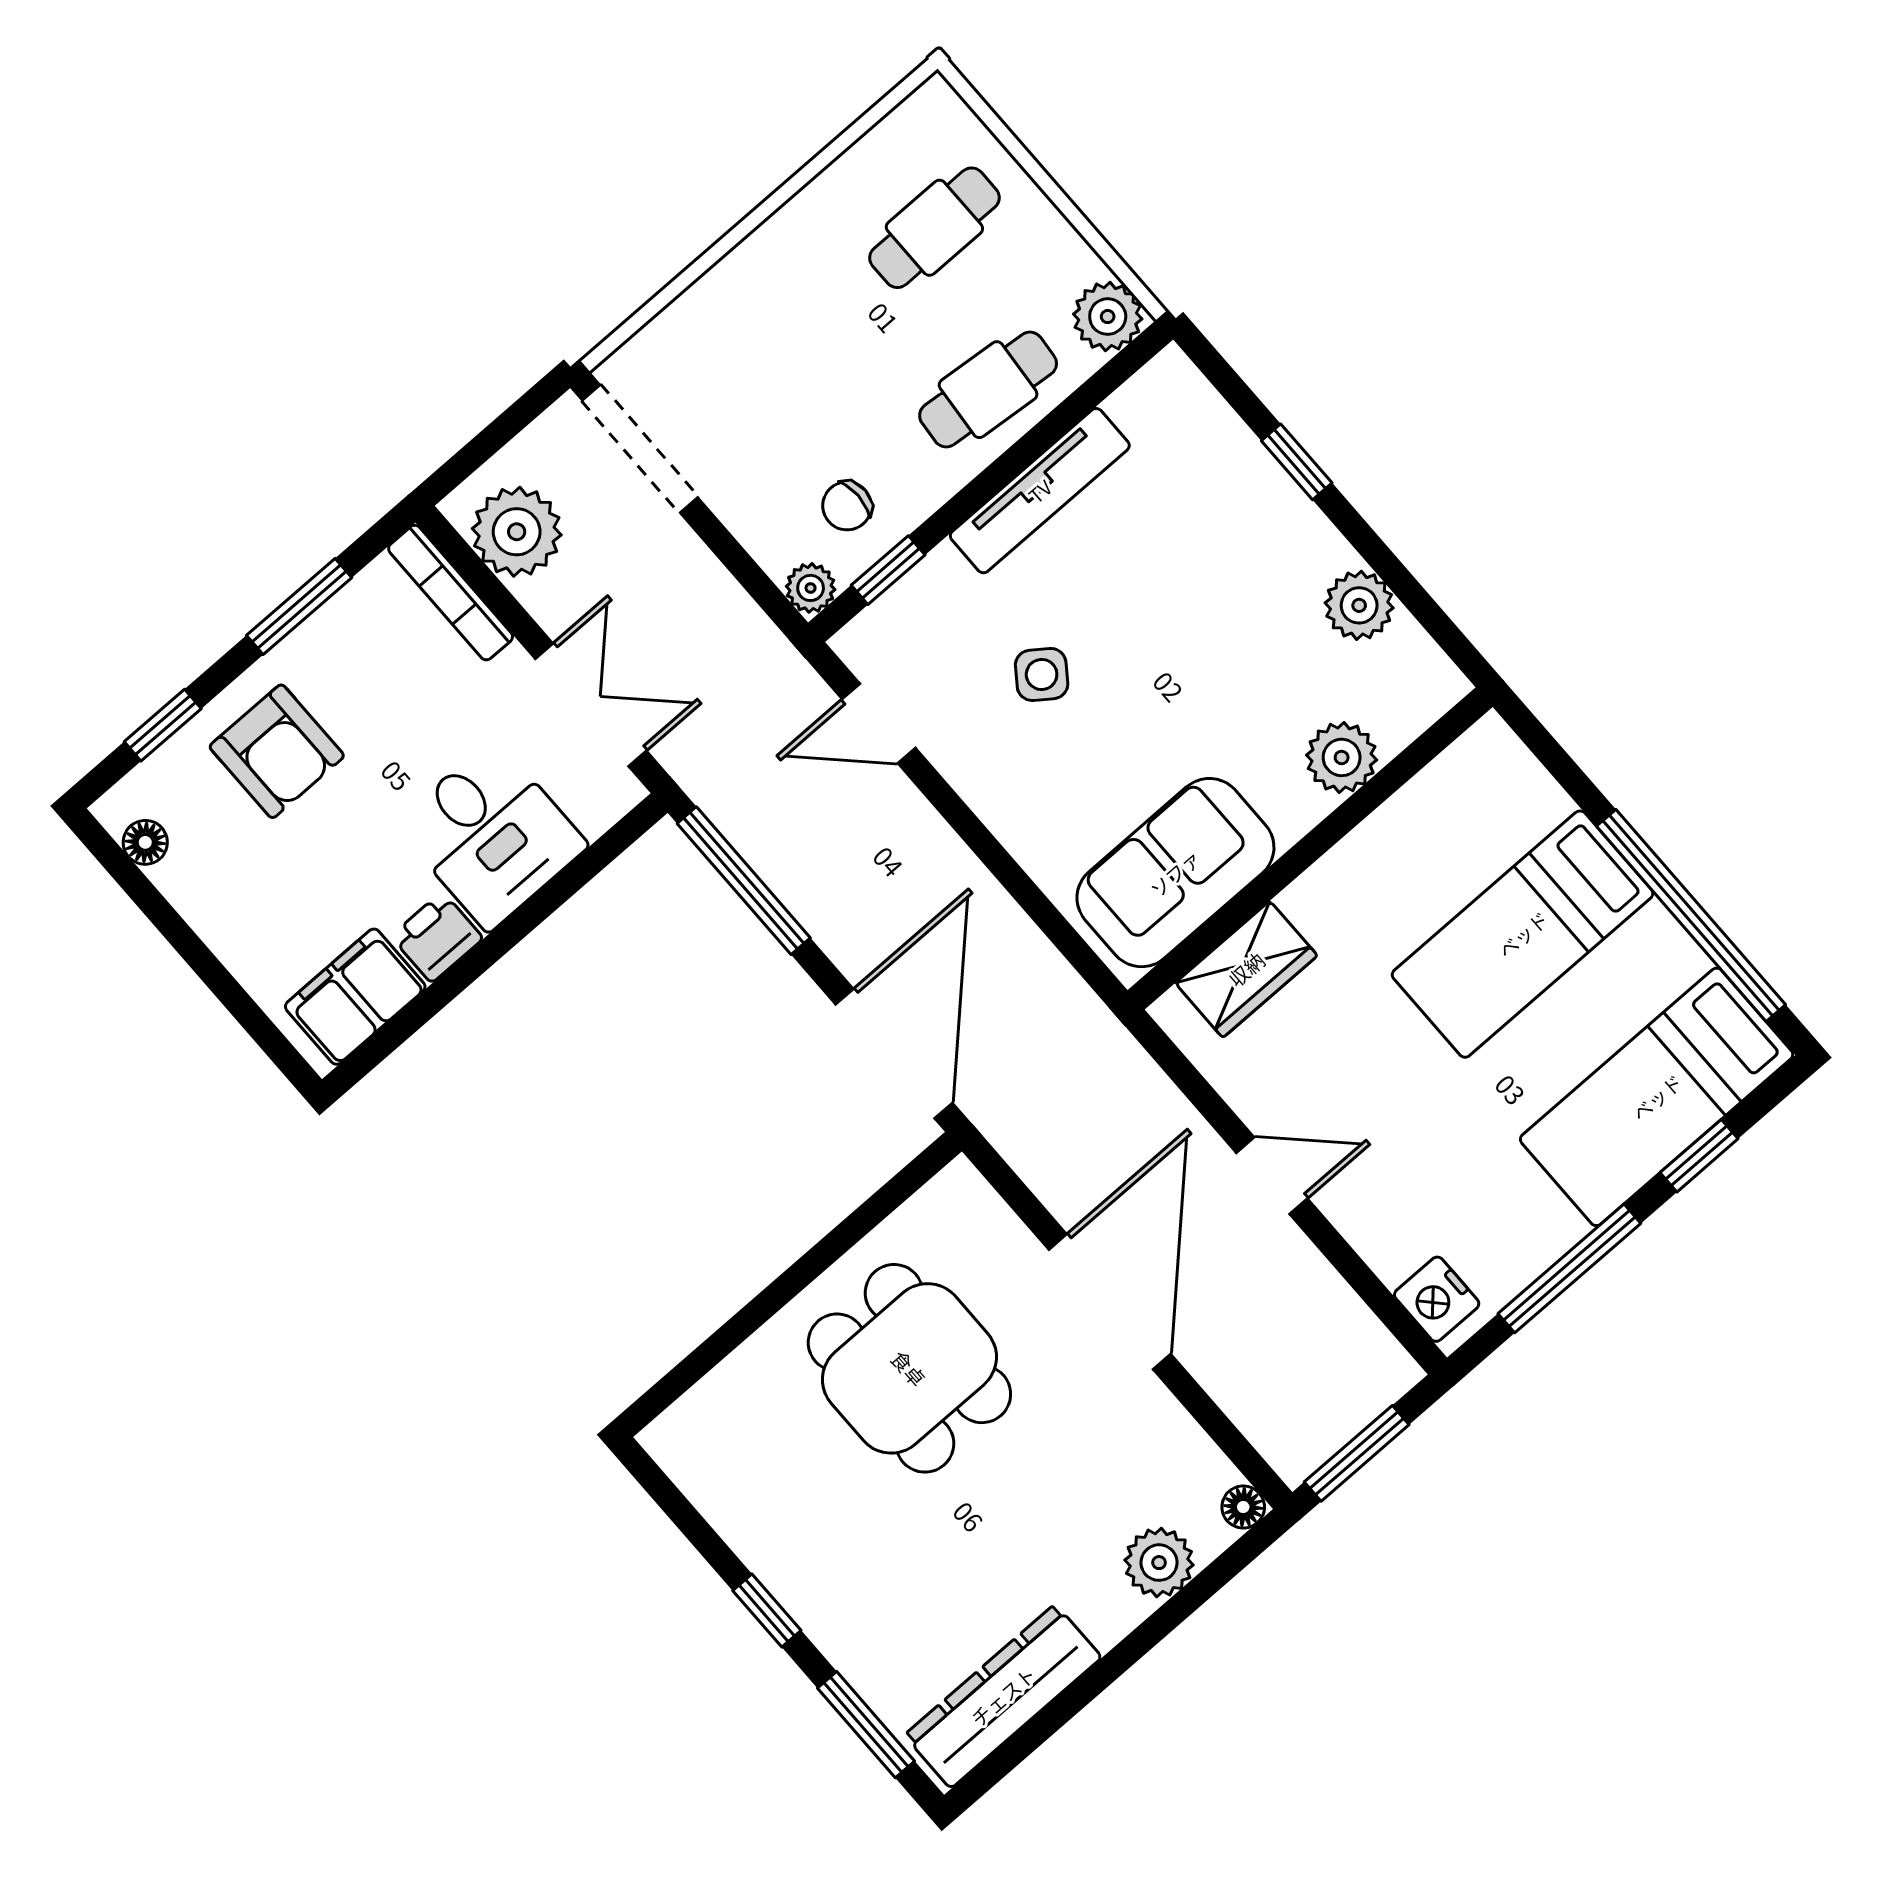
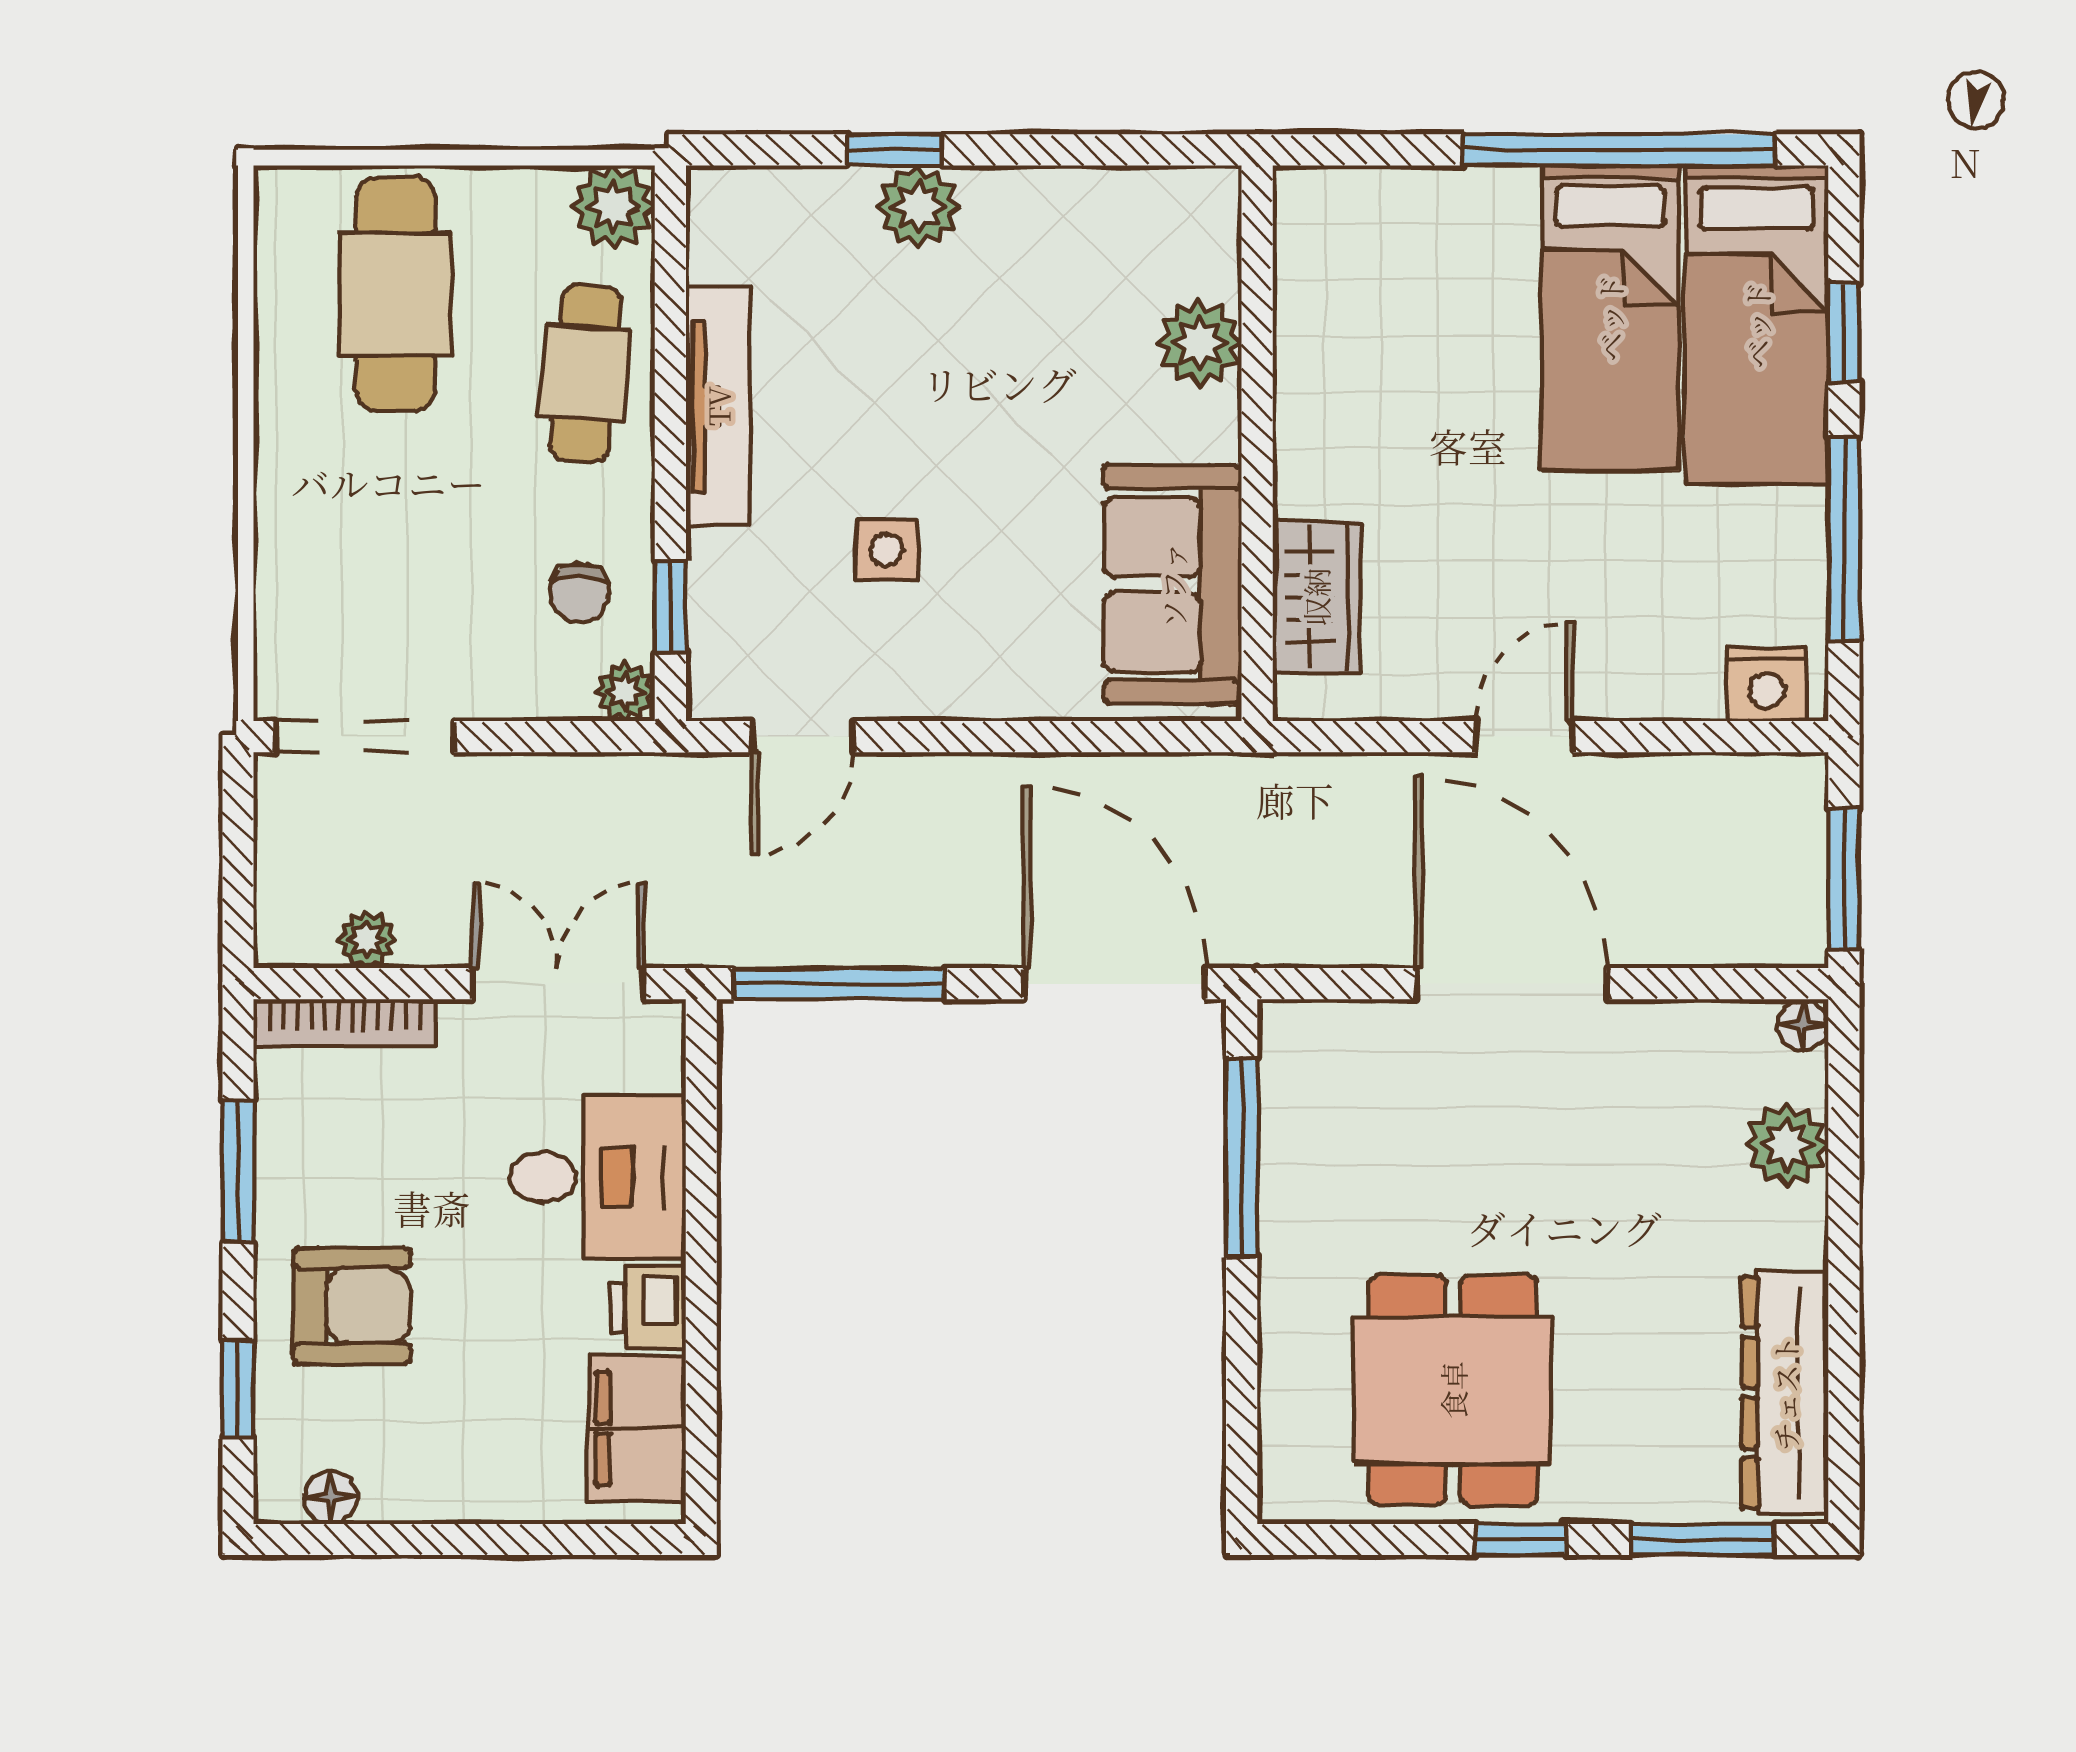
cafe table: (934, 228) -> (396, 294), width x1.37, depth x1.35
plant: (517, 532) -> (367, 939), width x0.53, depth x0.53
plant: (1359, 605) -> (919, 207), moved
side table: (1042, 674) -> (887, 550), turned -36
bed: (1523, 934) -> (1610, 318), moved
window: (854, 1228) -> (1242, 1157), added
dining table: (909, 1368) -> (1453, 1390), moved, turned 90

